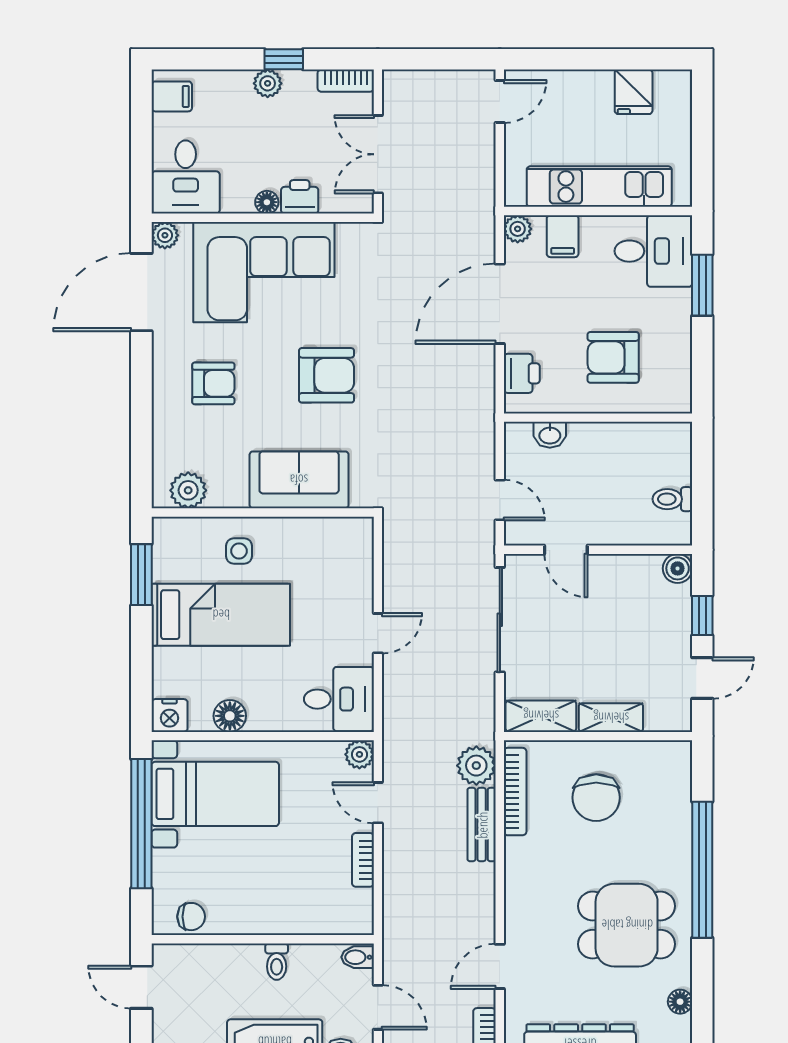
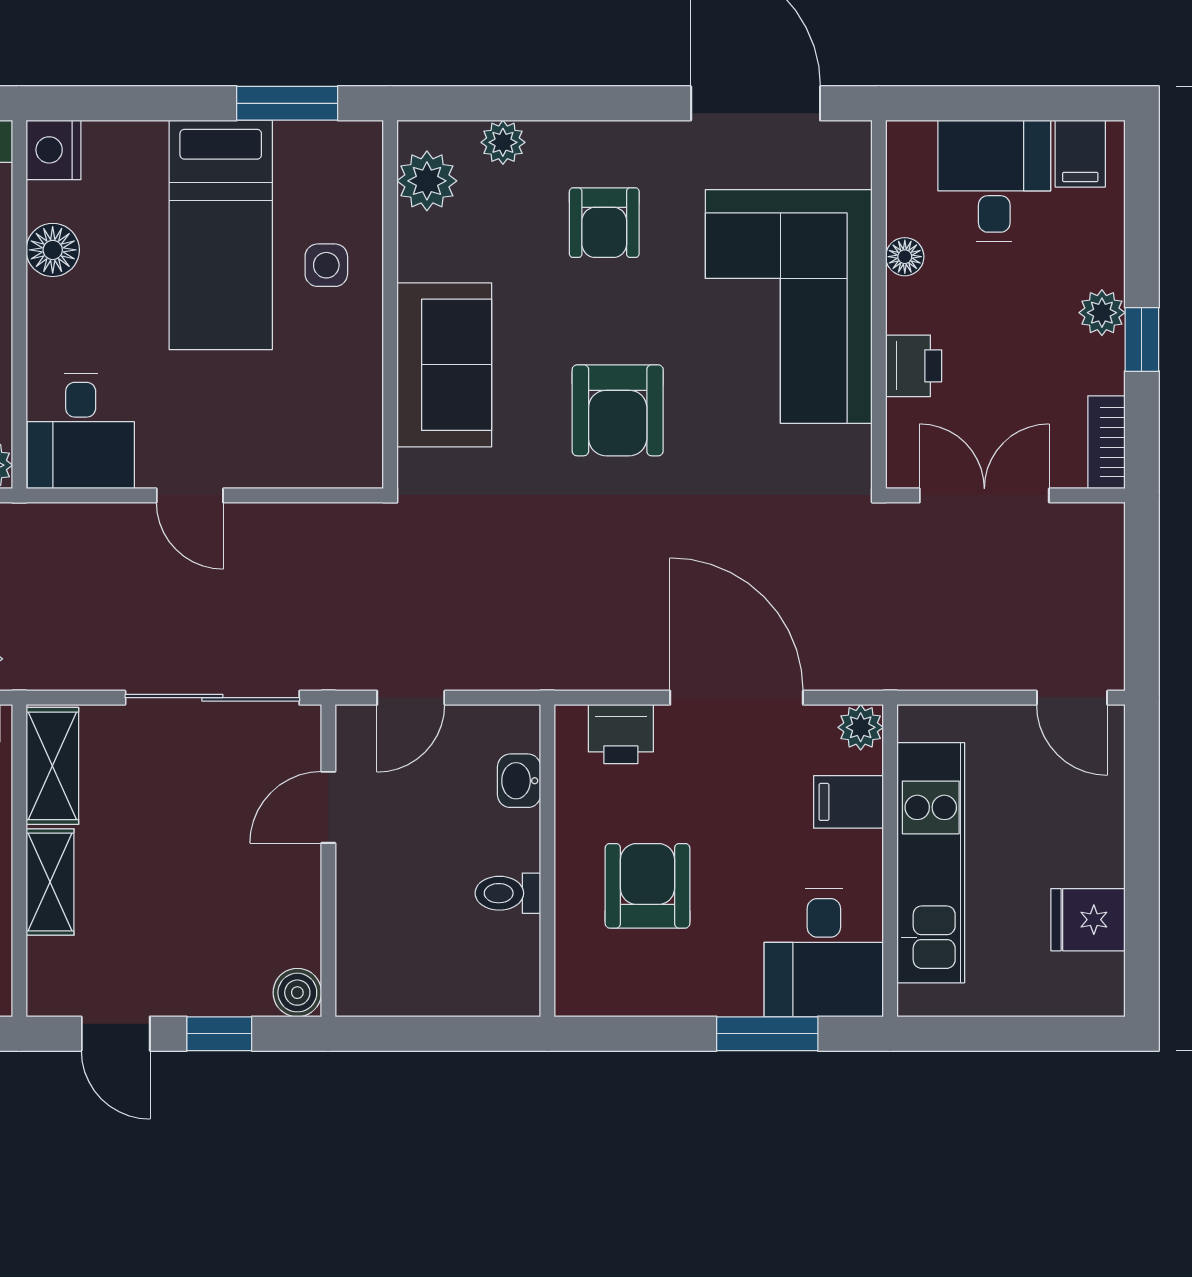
desk: (186, 177) -> (994, 181), moved, turned 90
floor lamp: (267, 202) -> (905, 257), moved
plant: (165, 235) -> (503, 142), moved
toilet: (672, 499) -> (508, 893), moved, turned -90

